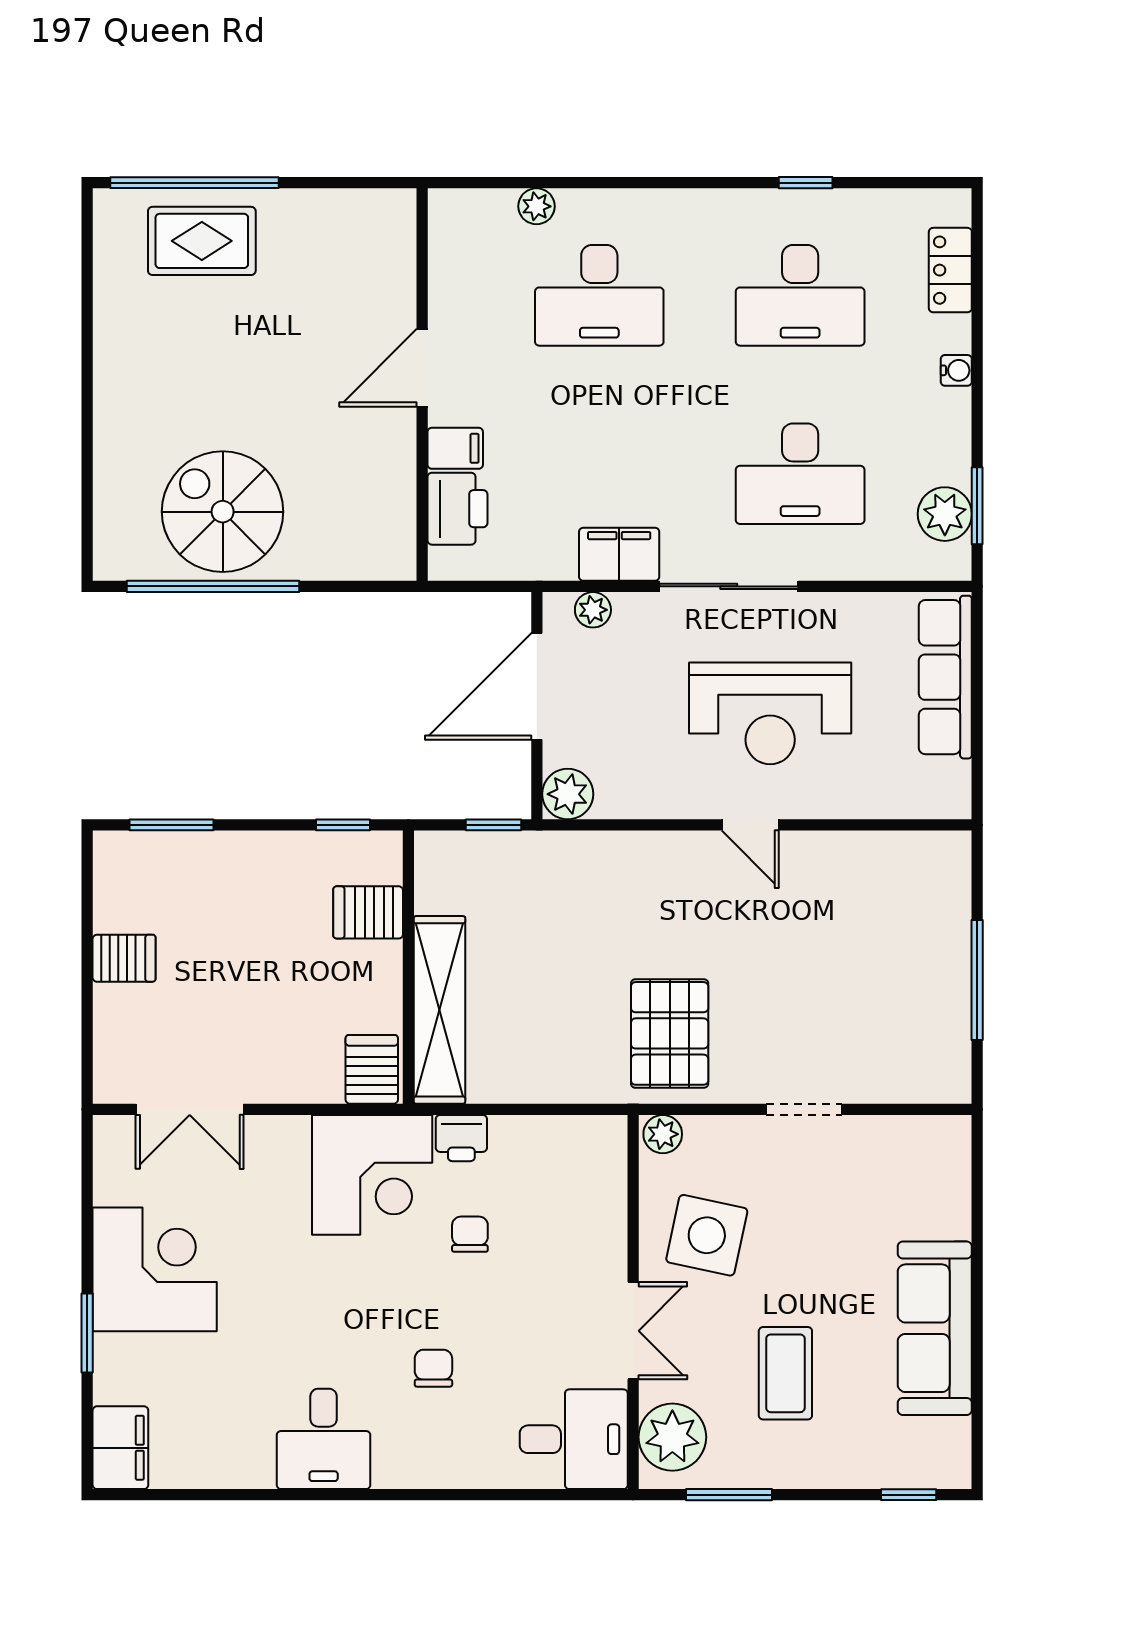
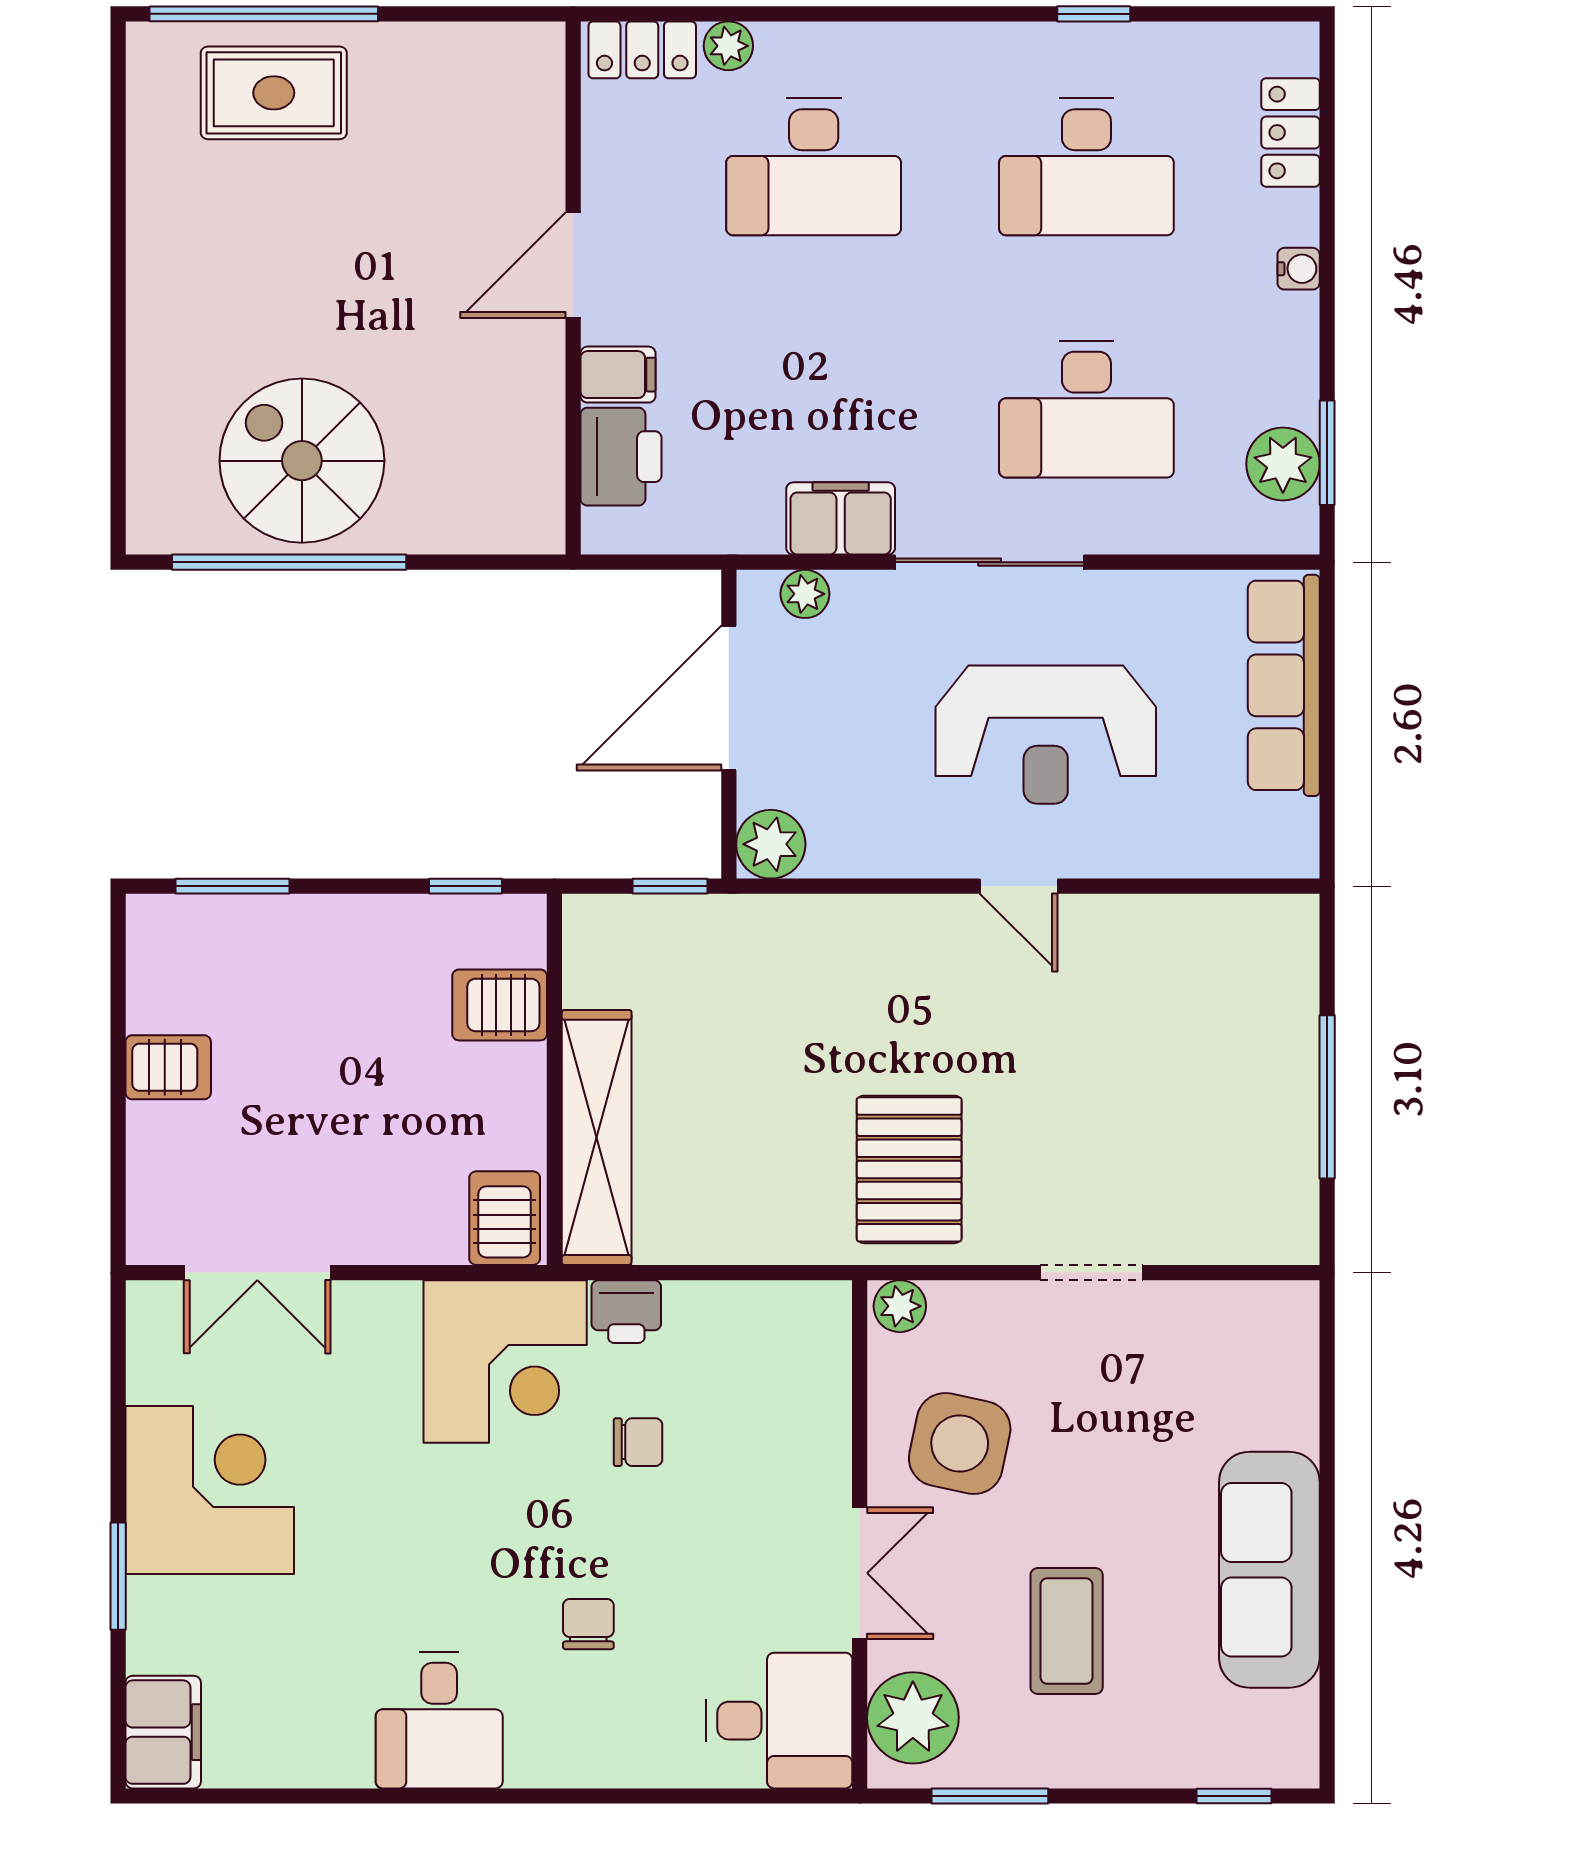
locker: (473, 209) -> (642, 50), added
chair: (470, 1234) -> (638, 1442), turned 90

